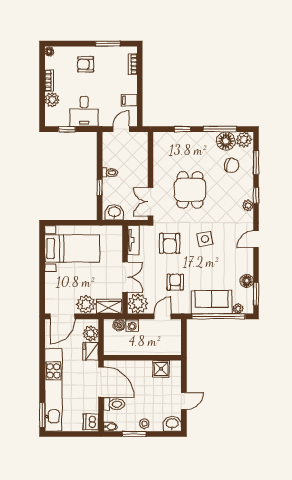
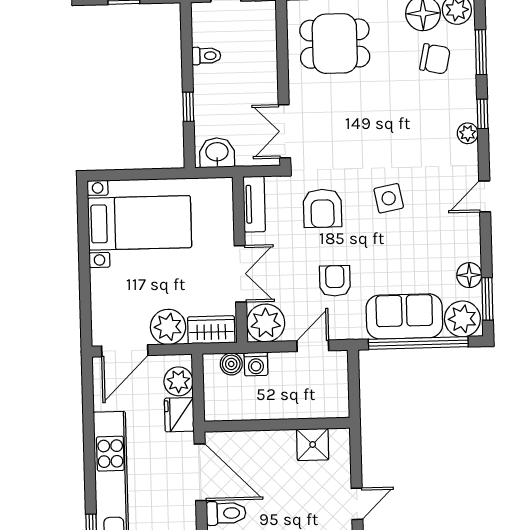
toilet: (110, 173) -> (206, 56), moved
dining table: (190, 190) -> (335, 44), moved, turned 90
plant: (238, 309) -> (462, 319), width x1.88, depth x1.88

